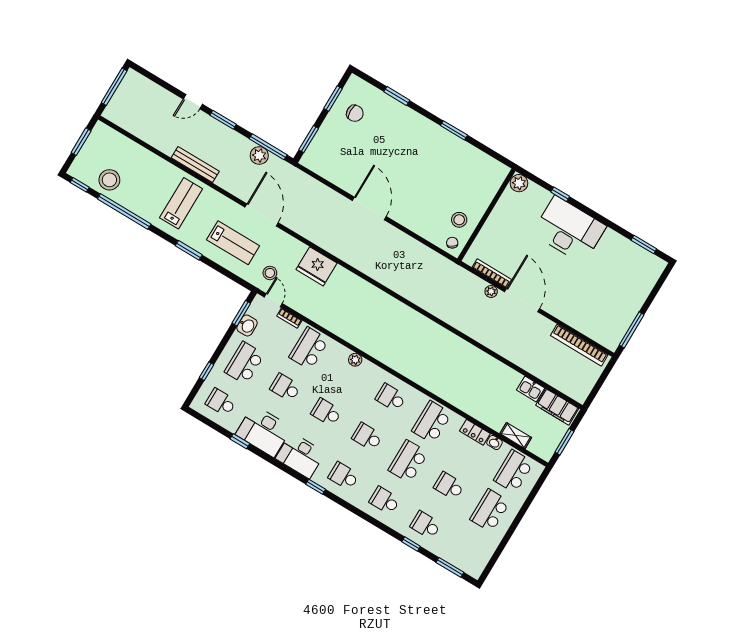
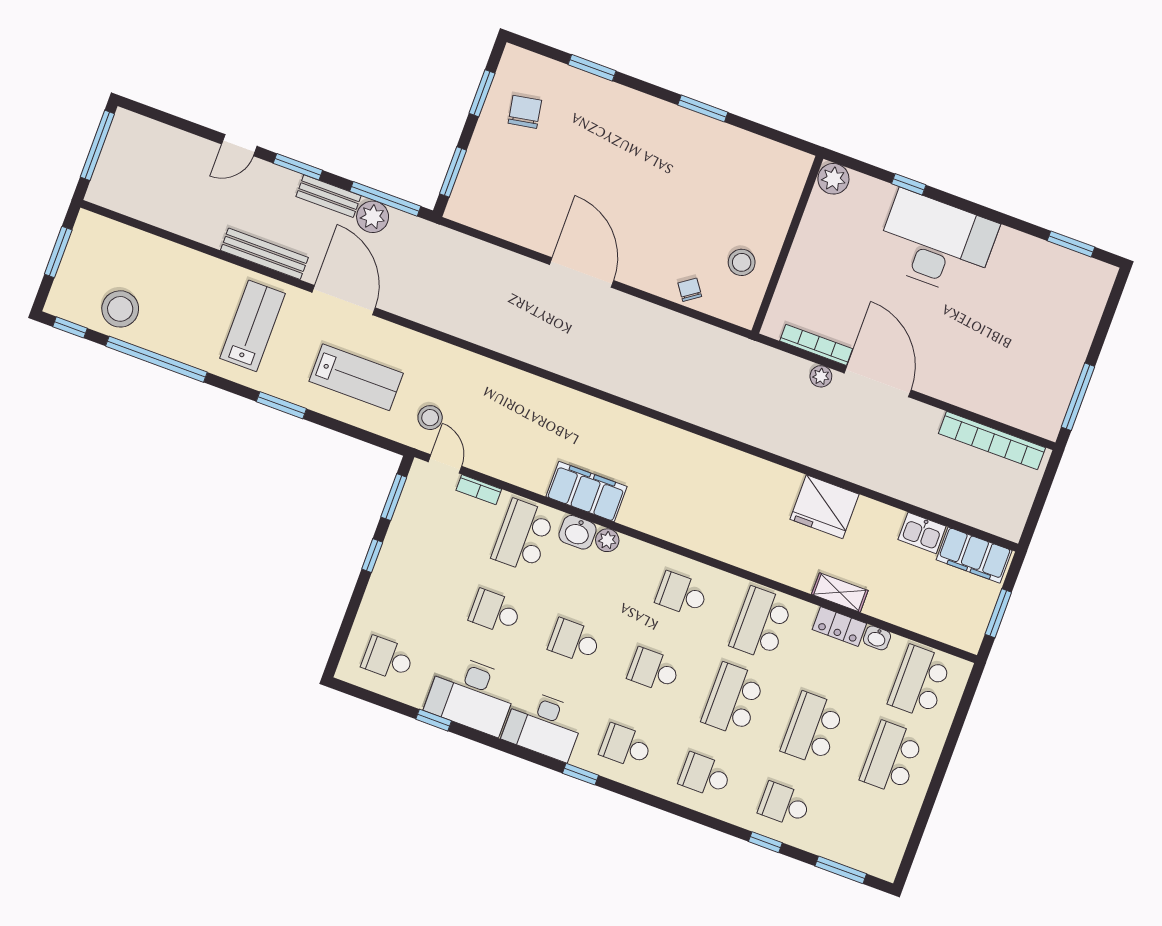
chair: (355, 113) -> (525, 112), turned -100
bench: (237, 139) -> (329, 196), added
door: (262, 215) -> (344, 300), moved
chair: (452, 243) -> (690, 290), moved
fridge: (316, 266) -> (824, 507), moved
washbasin: (247, 325) -> (577, 532), moved, turned 90
filing cabinet: (349, 331) -> (586, 492), added
school desk: (245, 363) -> (416, 583), removed
window: (207, 371) -> (372, 556), moved
shelving: (516, 436) -> (840, 592), moved
school desk: (449, 486) -> (812, 729), width x1.85

